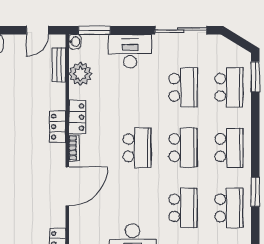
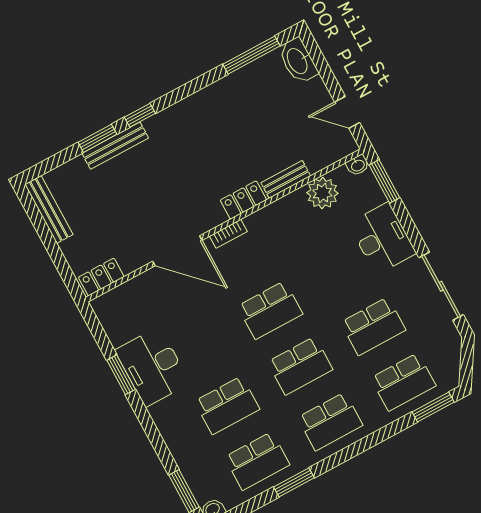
bench: (59, 65) -> (286, 179), moved
locker: (77, 117) -> (268, 218), removed

